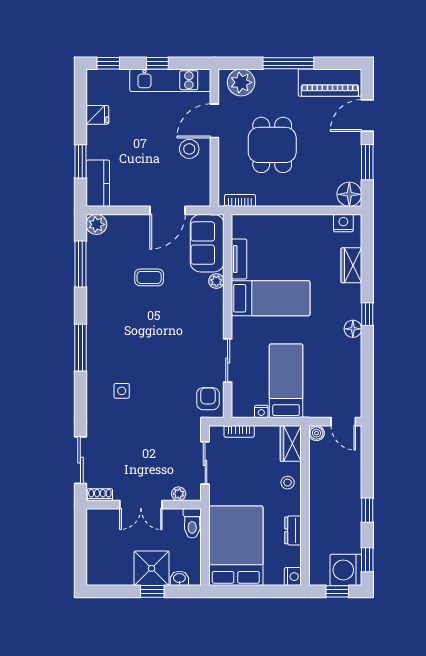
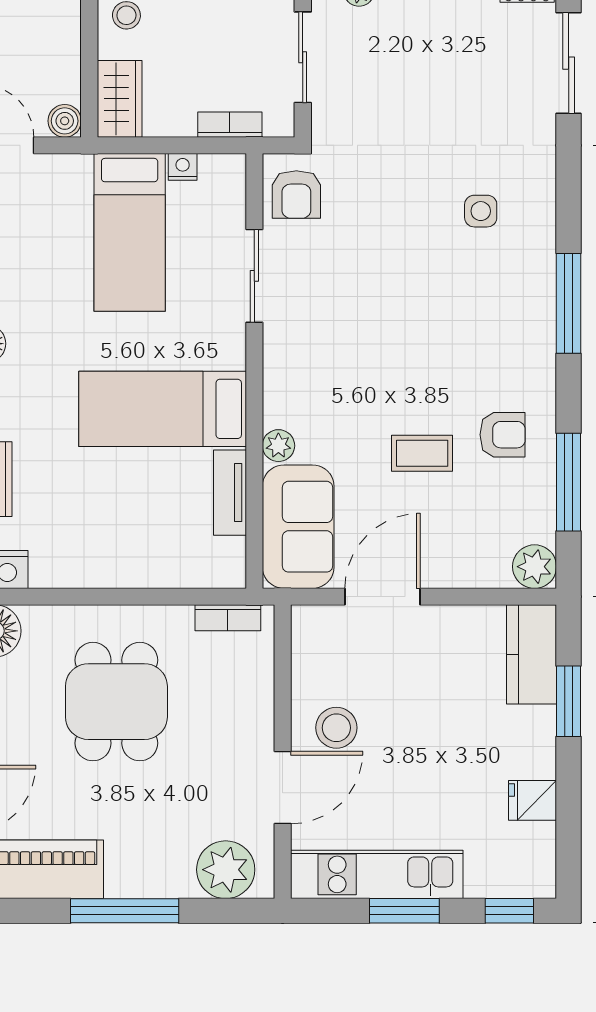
window: (157, 63) -> (404, 911), width x1.50
dining table: (272, 145) -> (116, 702), moved
armchair: (111, 286) -> (503, 435), added

